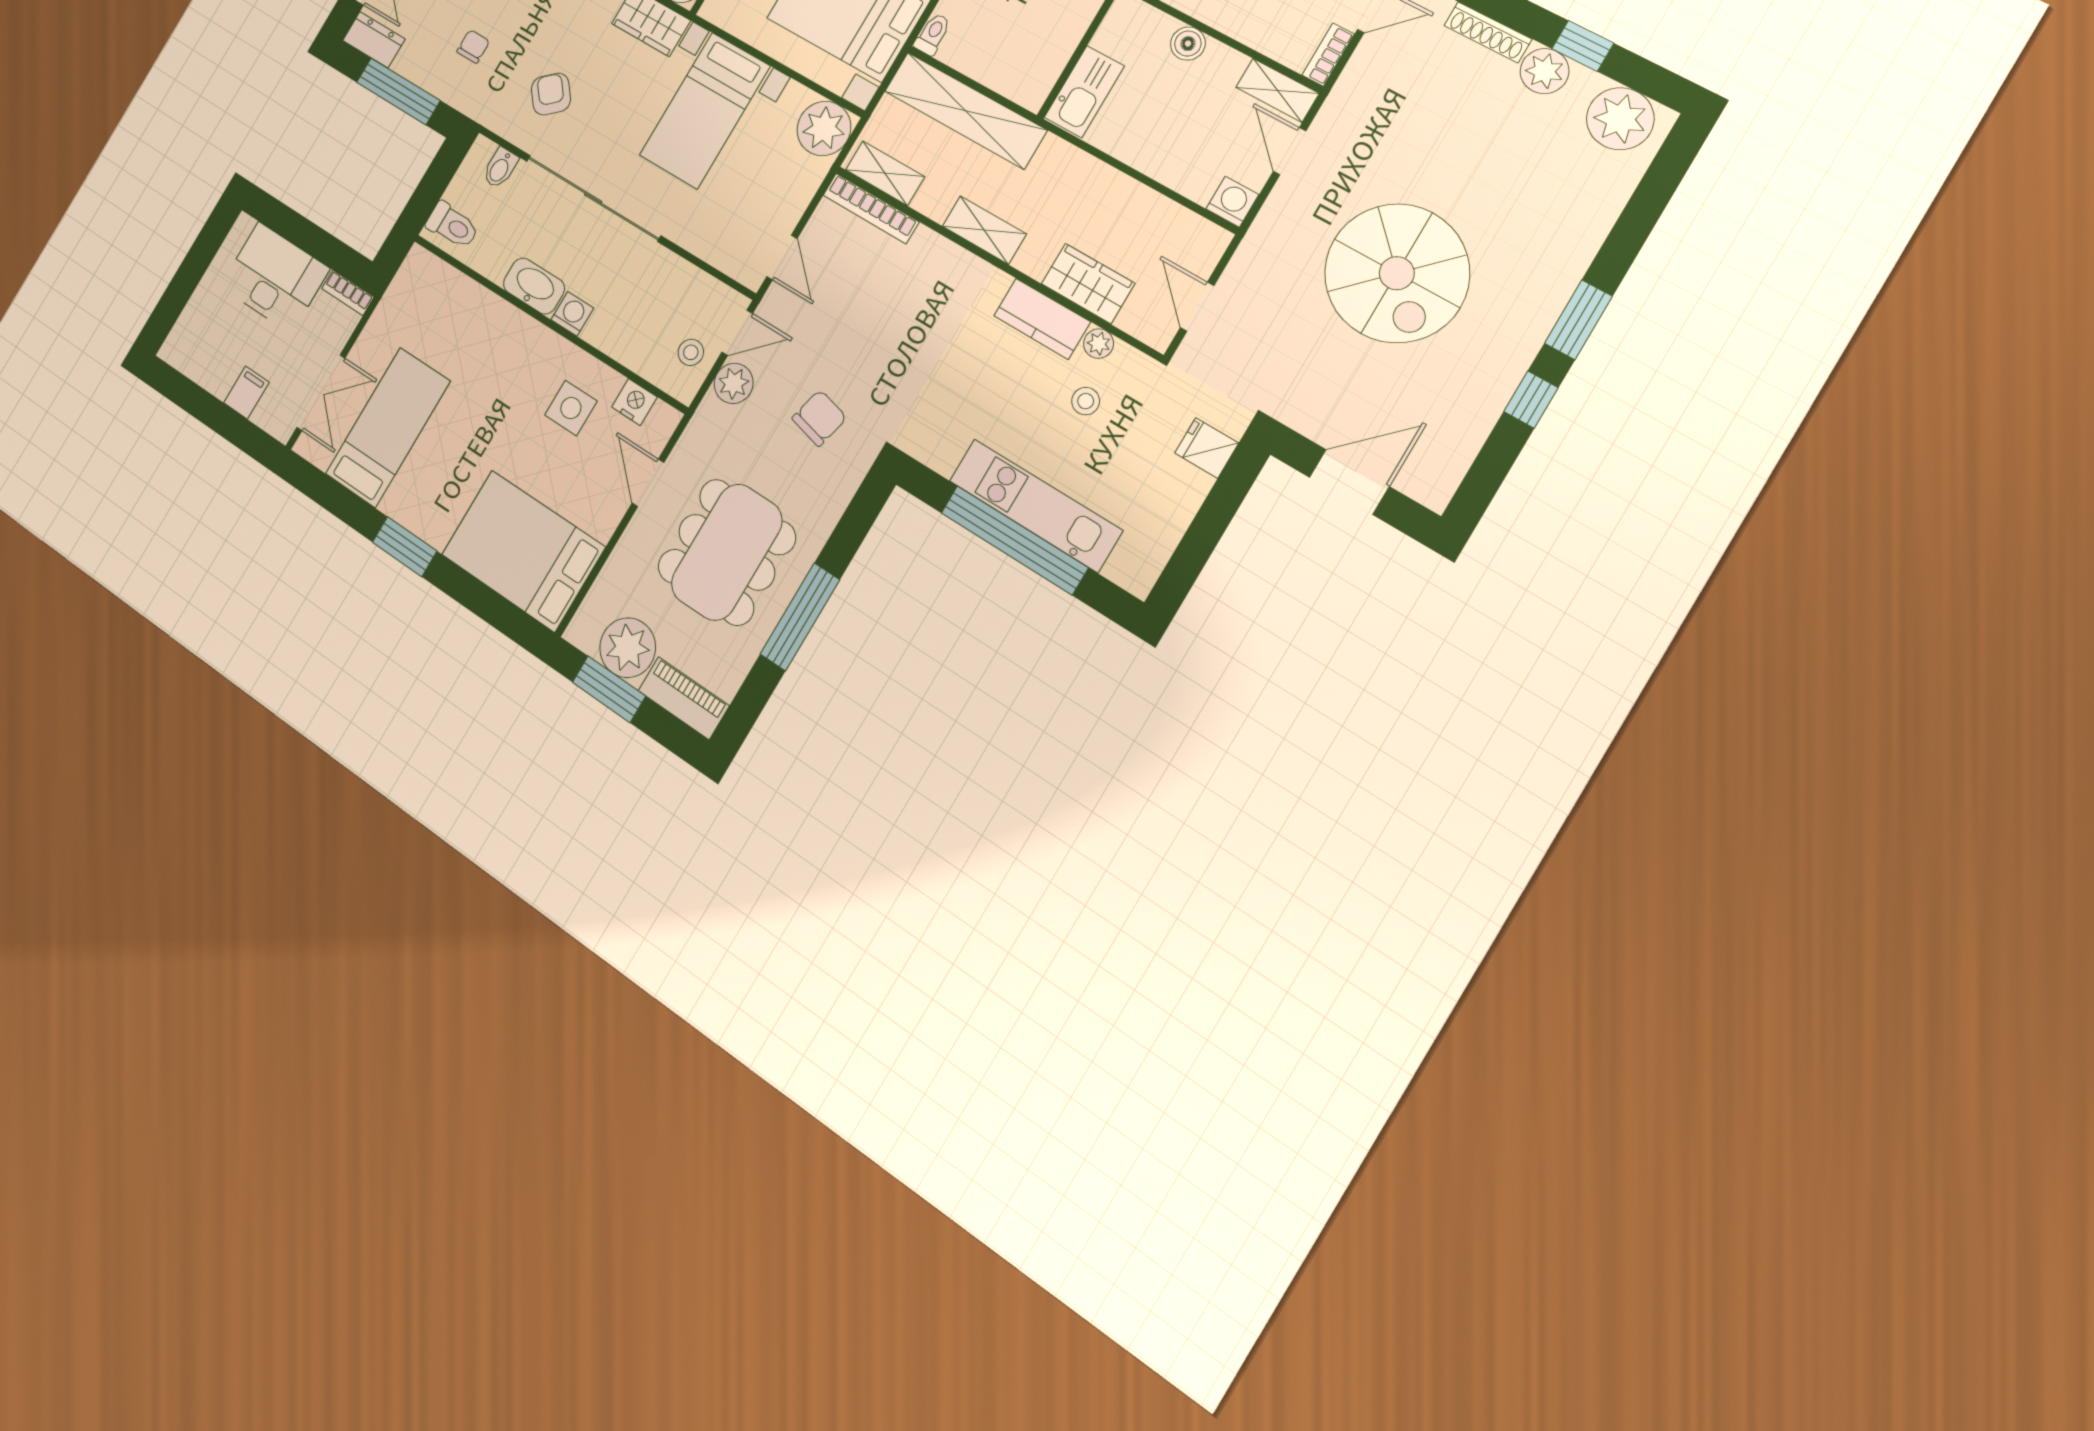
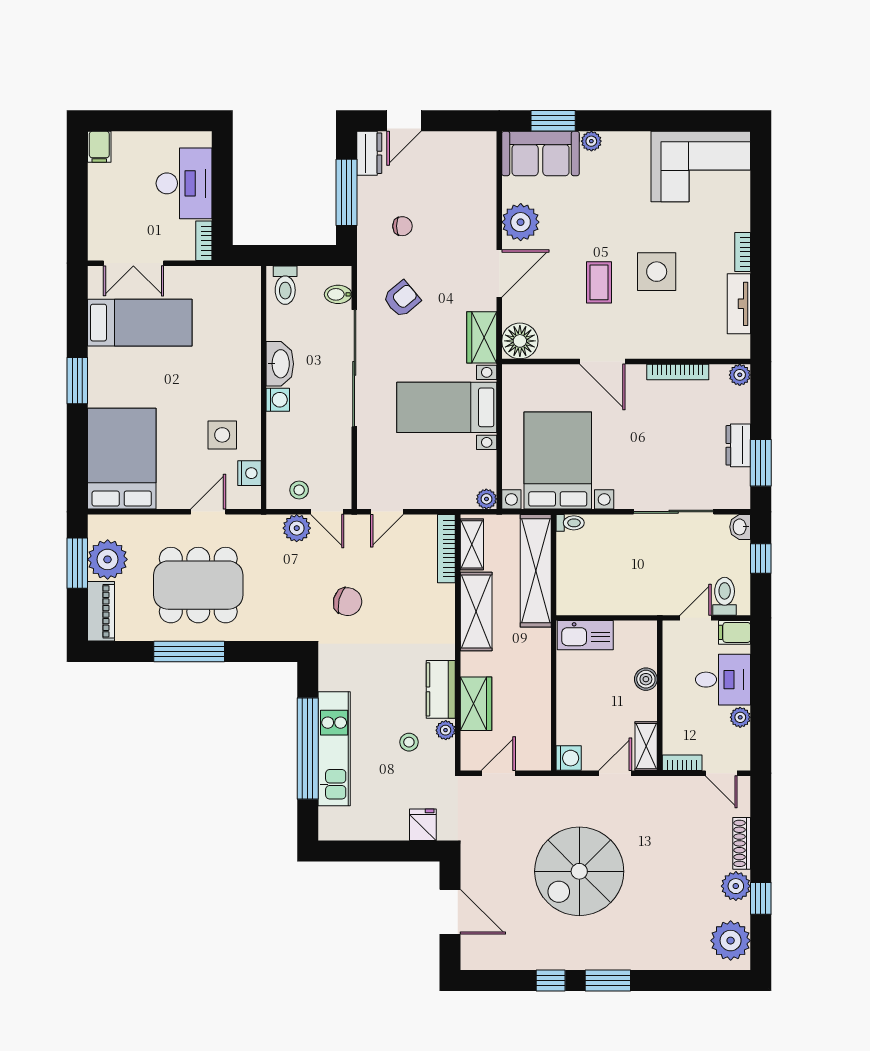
plant: (824, 128) -> (486, 499), width x0.53, depth x0.53
shelving: (984, 230) -> (476, 612), width x1.50, depth x1.33
filing cabinet: (246, 393) -> (99, 147), moved, turned 90
chair: (819, 418) -> (348, 602), moved

